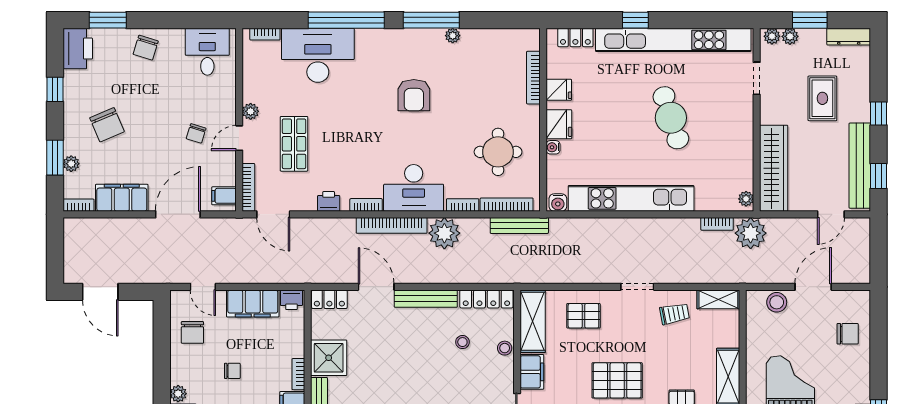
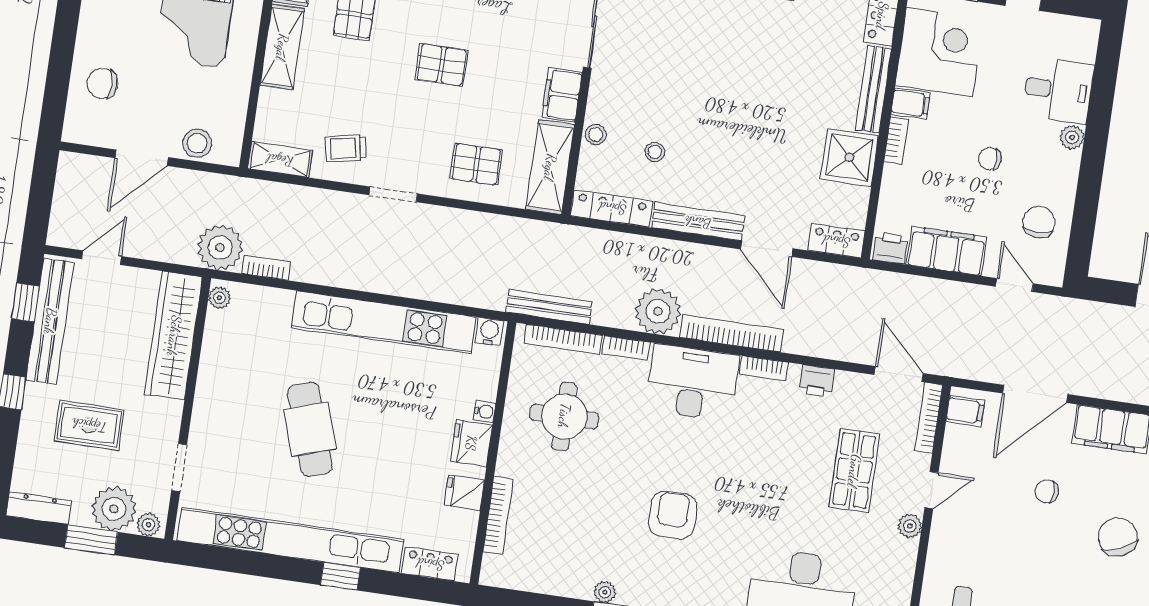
plant: (790, 36) -> (114, 509), width x1.88, depth x1.88
rug: (822, 98) -> (89, 425), turned 90
chair: (196, 133) -> (1047, 491), moved, turned -107
pallet: (617, 380) -> (442, 65), width x0.67, depth x0.71

